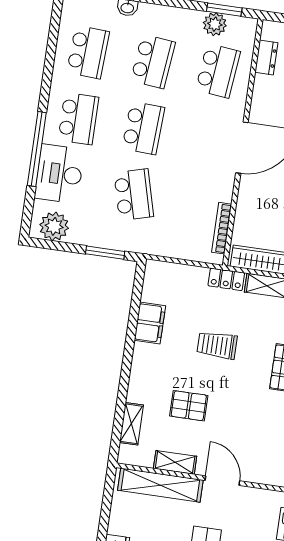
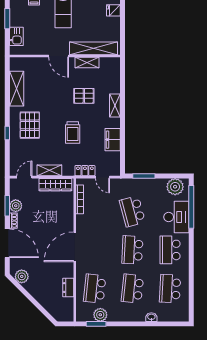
dresser: (266, 57) -> (68, 288), moved
window: (37, 149) -> (191, 207), moved
door: (177, 261) -> (103, 177), added
locker: (226, 279) -> (85, 171), moved
trolley: (217, 345) -> (73, 132), turned 90
shelving: (131, 424) -> (115, 106), moved

